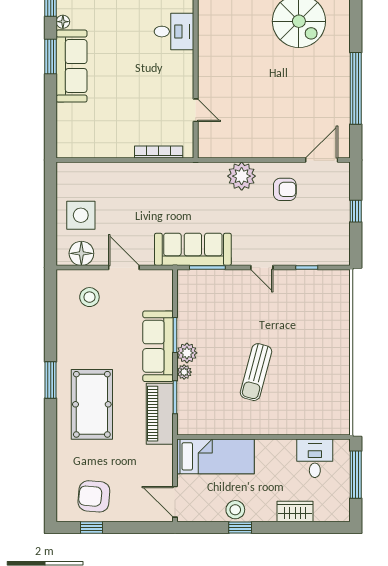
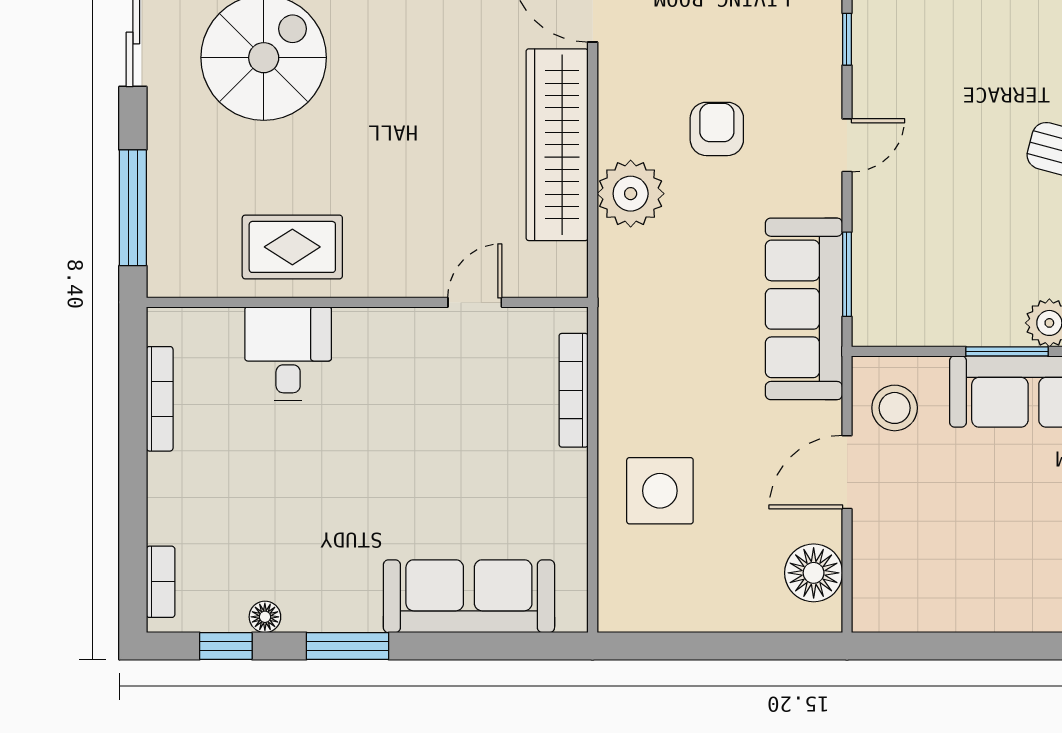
rug: (219, 33) -> (292, 247), added
sofa: (72, 66) -> (469, 596), moved
wardrobe: (262, 145) -> (557, 145), added
armchair: (285, 189) -> (717, 129), moved
side table: (81, 215) -> (660, 491), moved
stool: (89, 297) -> (895, 408), moved

